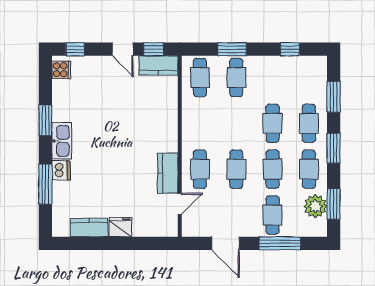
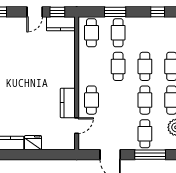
door: (123, 49) -> (35, 12), hinge flipped
cafe table: (236, 169) -> (118, 66), moved

